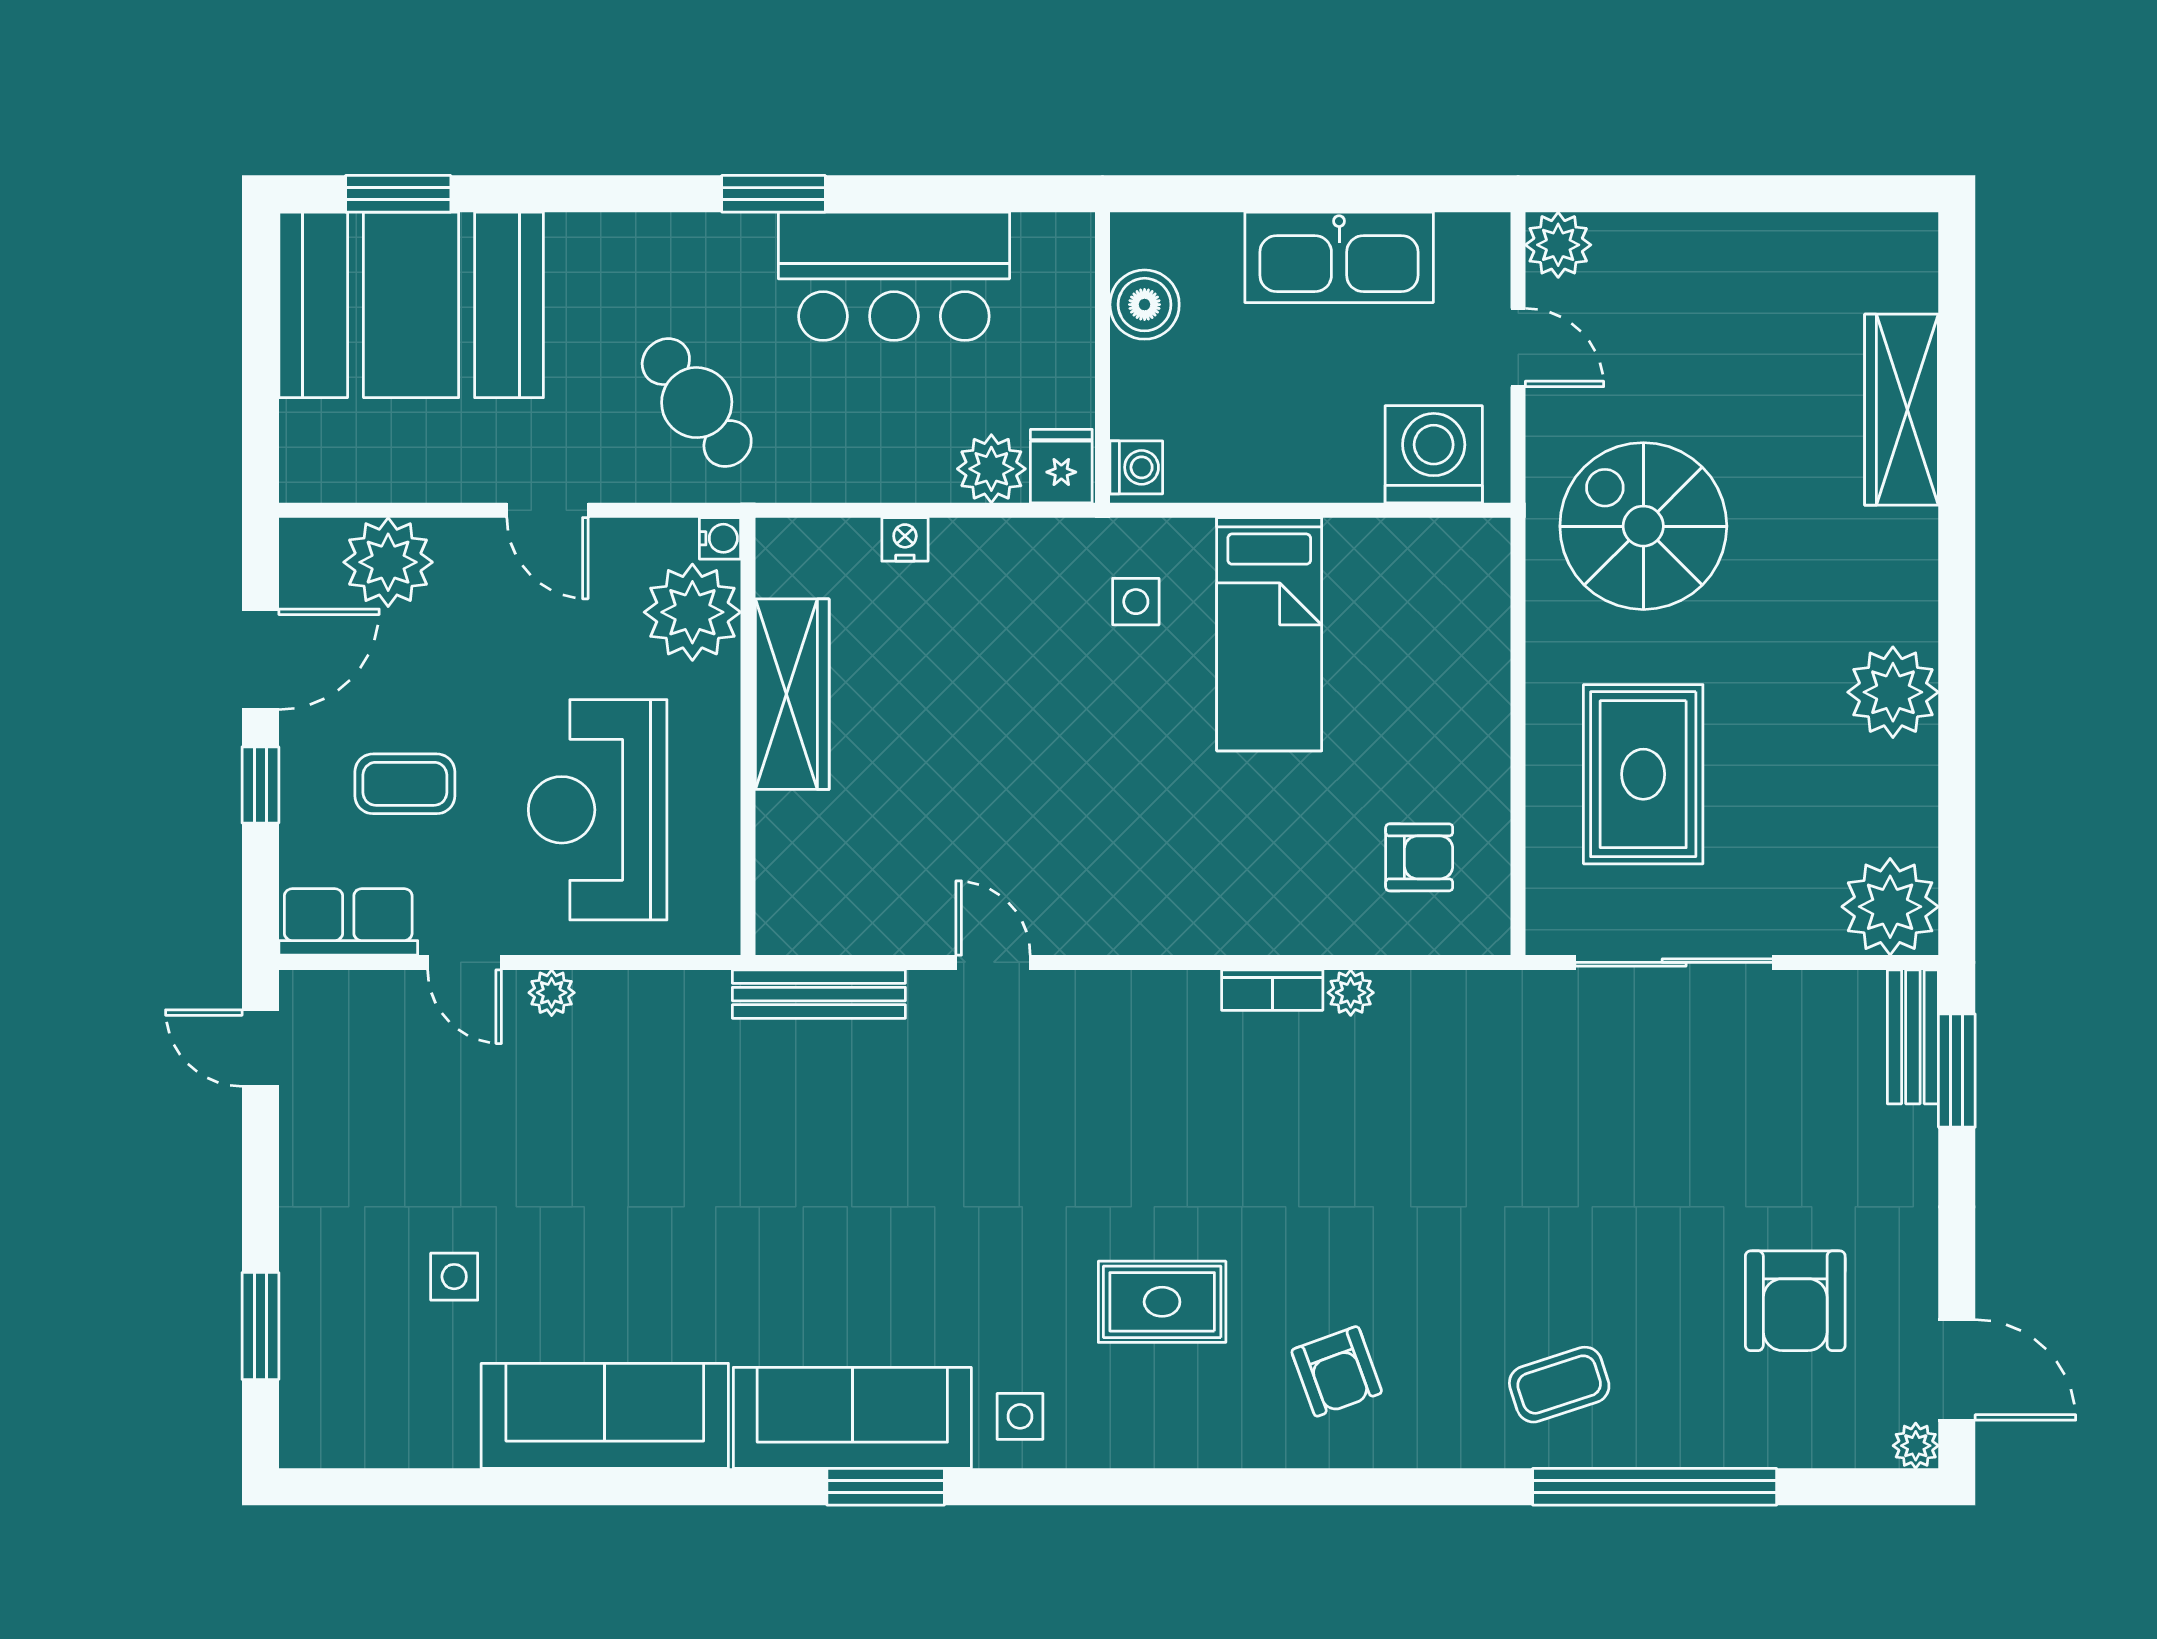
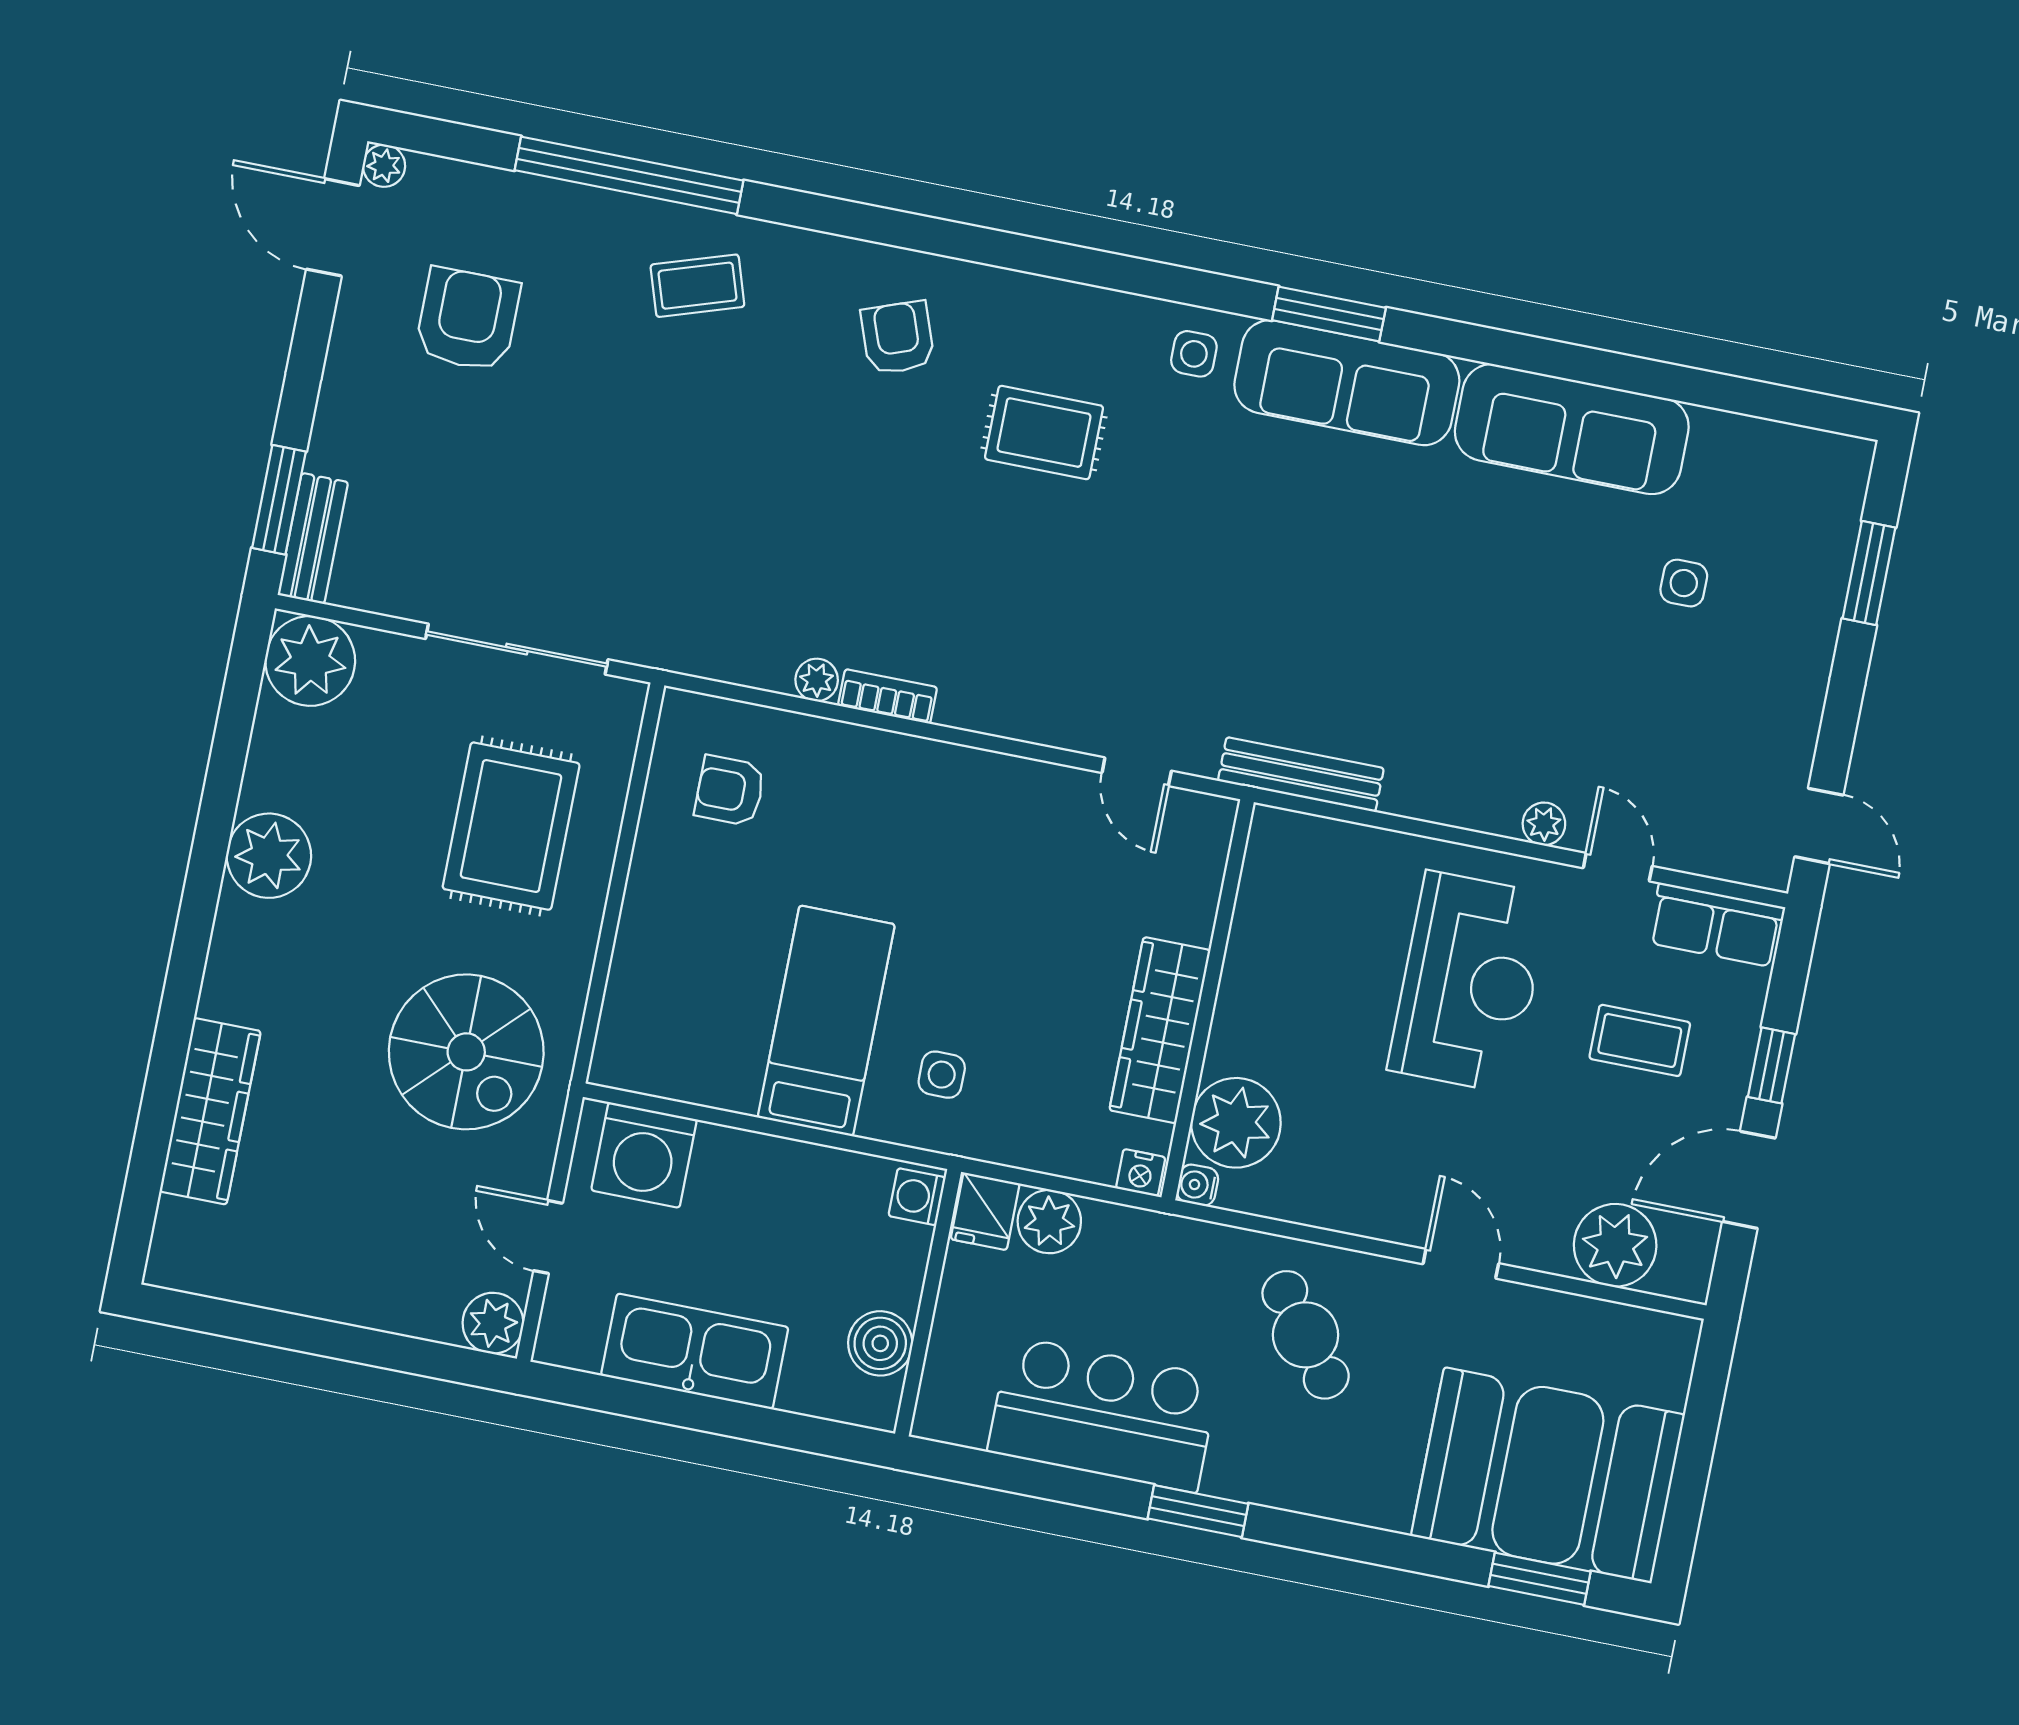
water cooler: (720, 538) -> (1197, 1185), moved
plant: (692, 612) -> (1236, 1123), moved
wardrobe: (792, 694) -> (1160, 1030), moved
wall: (748, 736) -> (1208, 1000), moved

